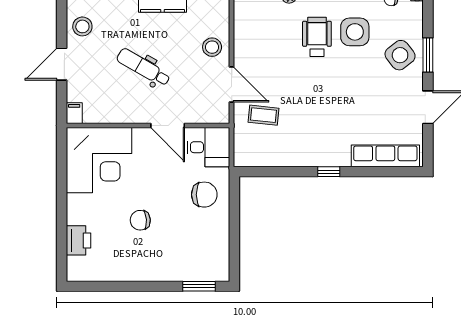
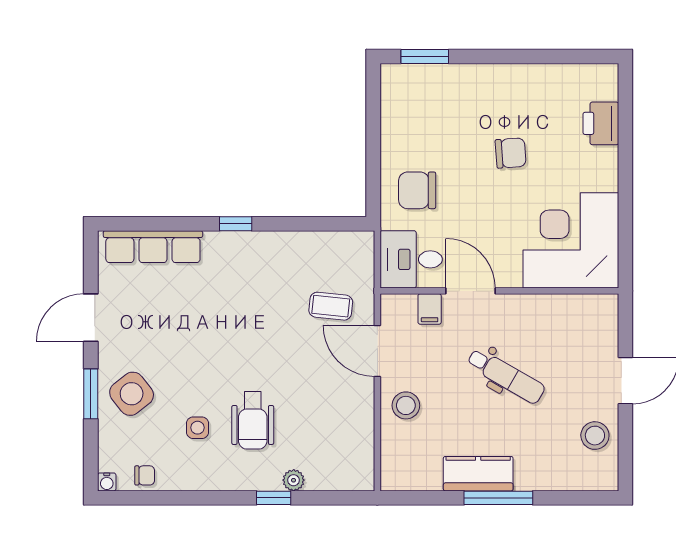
side table: (355, 32) -> (197, 428), width x0.54, depth x0.54
filing cabinet: (74, 113) -> (430, 309), moved

